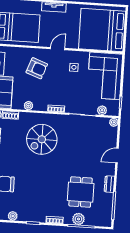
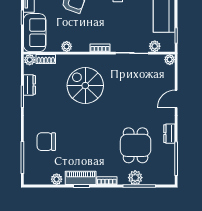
spiral stairs: (42, 139) -> (85, 86), turned 90
piano: (33, 216) -> (81, 178), added

